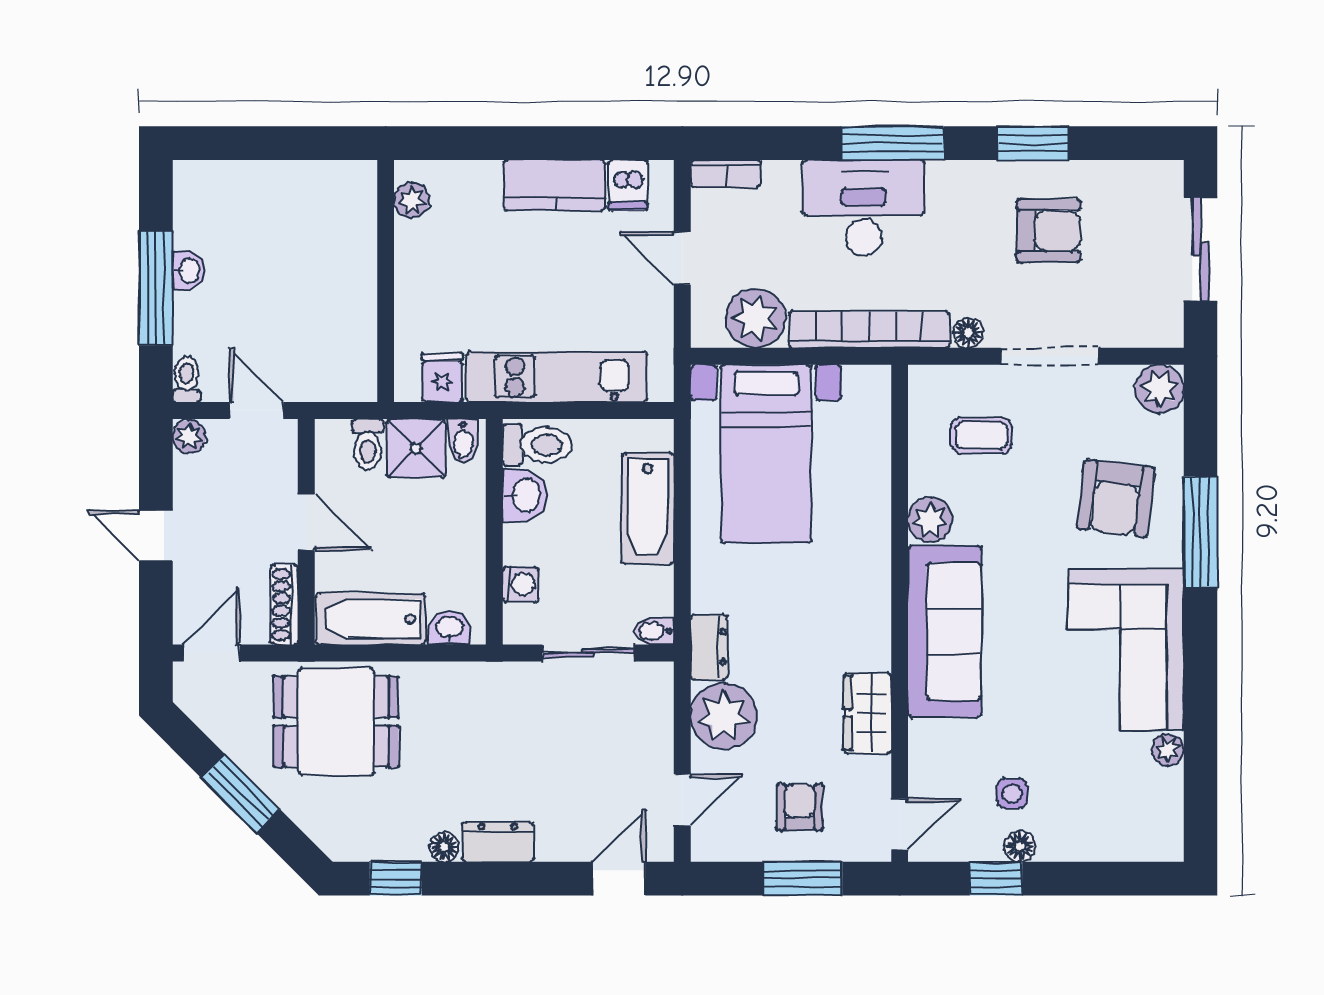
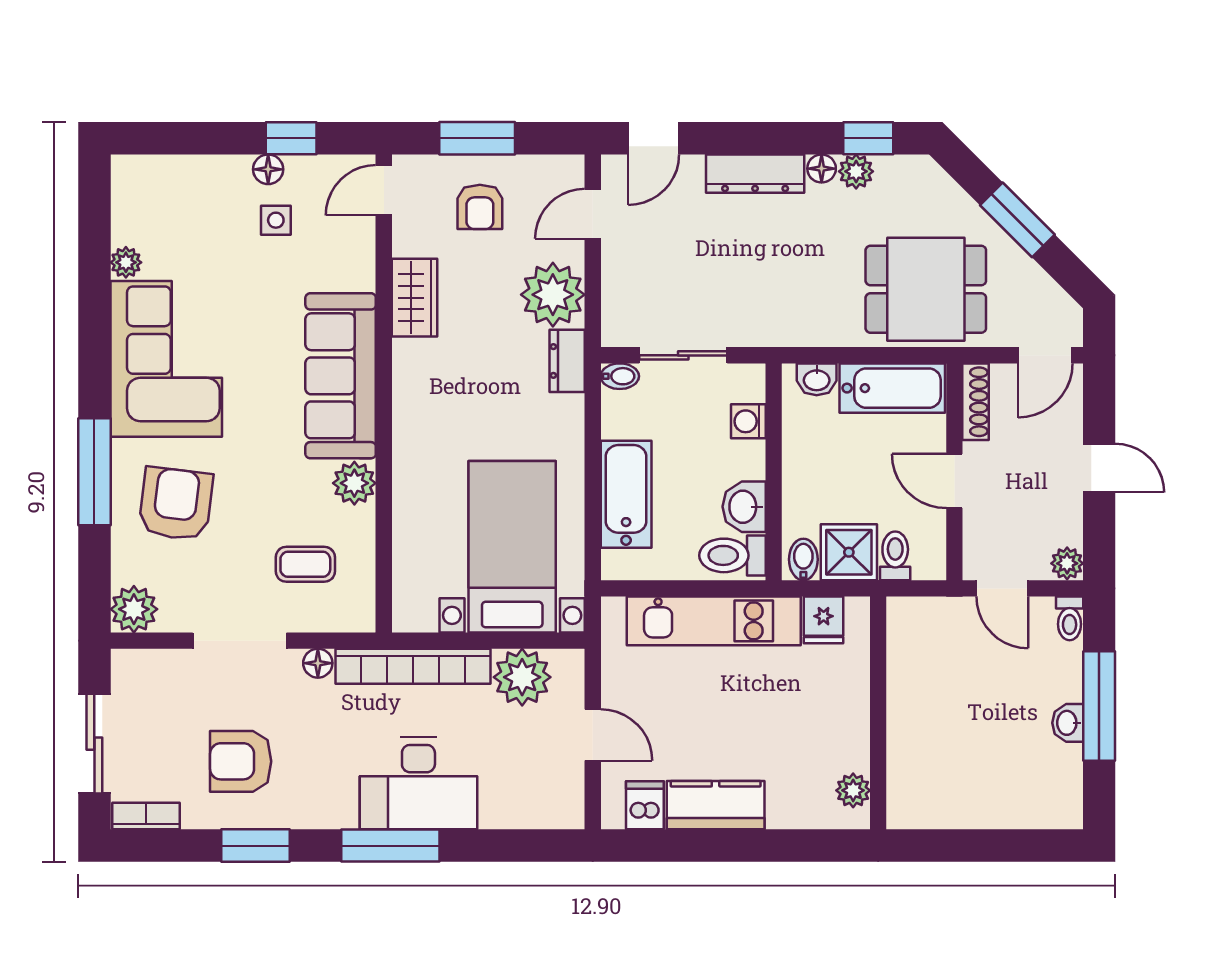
bookcase: (726, 174) -> (146, 816), moved
dresser: (498, 842) -> (755, 174), width x1.44
plant: (409, 844) -> (856, 171), added

